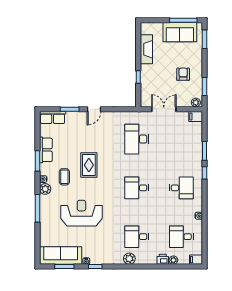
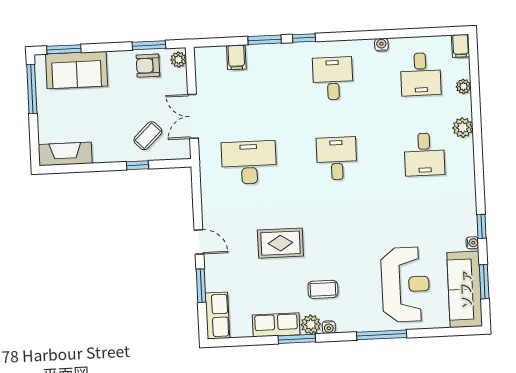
sofa: (180, 32) -> (77, 70), moved, turned 90
fireplace: (146, 49) -> (65, 154), moved
armchair: (183, 74) -> (148, 66), moved
coffee table: (154, 84) -> (148, 136), added
filing cabinet: (196, 116) -> (236, 57), moved
desk: (137, 139) -> (249, 163), turned 180
rug: (89, 165) -> (280, 243), moved
desk: (137, 188) -> (337, 158), turned 180
plant: (45, 189) -> (311, 324), moved
reception desk: (81, 213) -> (405, 284), moved, turned 180
plant: (129, 259) -> (463, 128), moved
printer: (163, 259) -> (463, 106), removed

